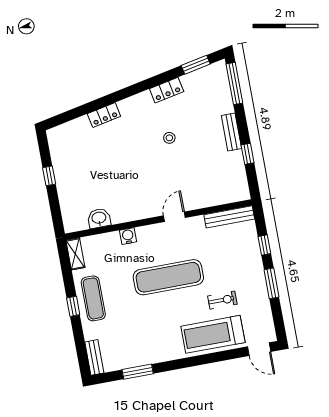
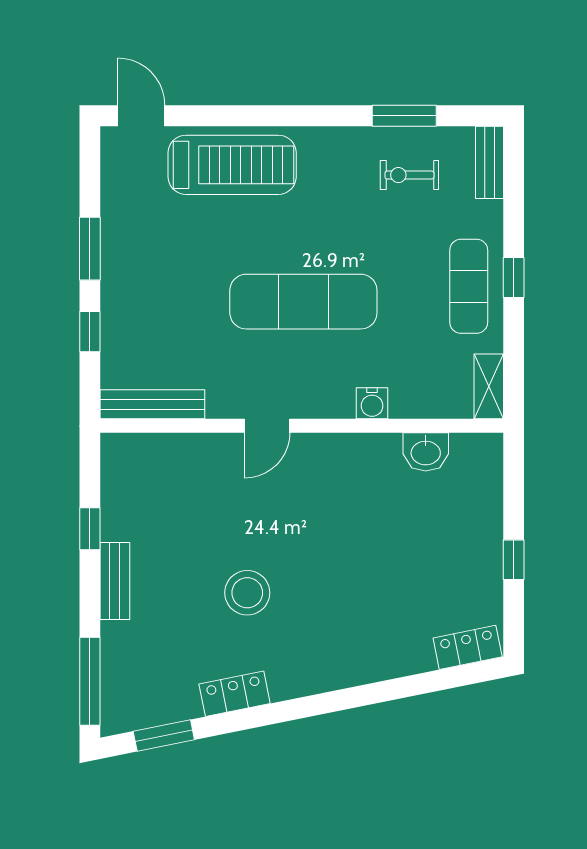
locker: (104, 115) -> (468, 647), moved
stool: (169, 138) -> (247, 593), width x1.89, depth x1.89
exercise bike: (222, 300) -> (409, 175), moved

